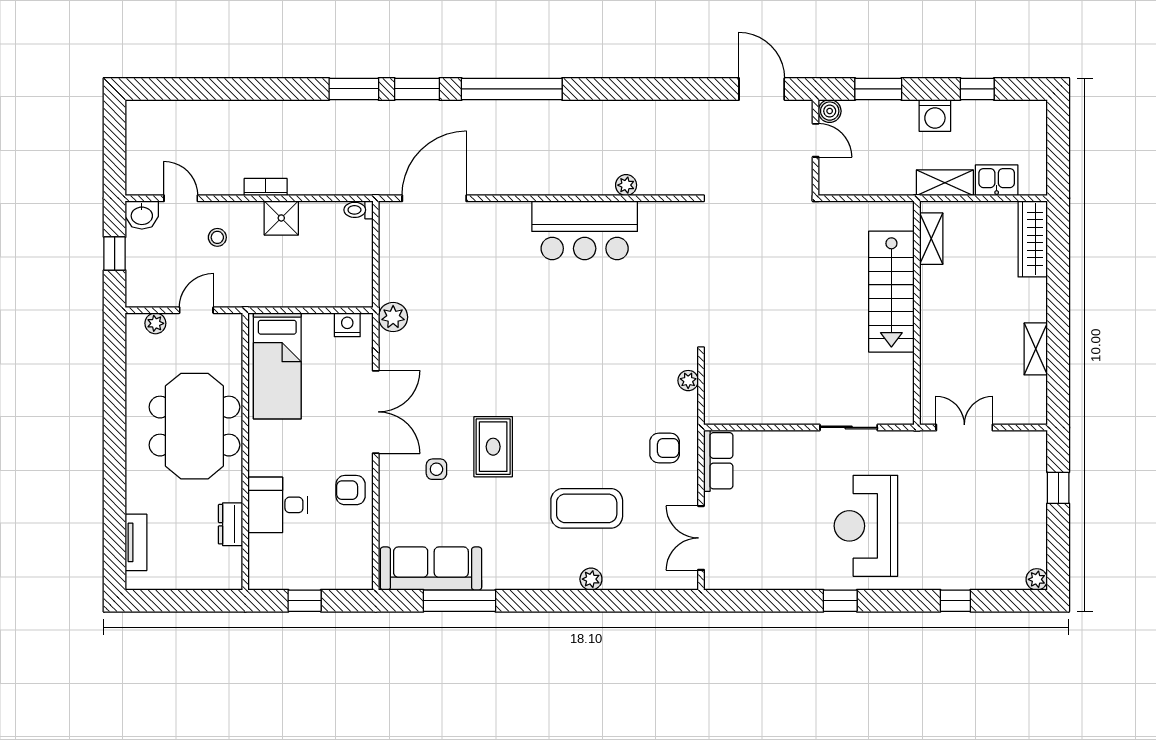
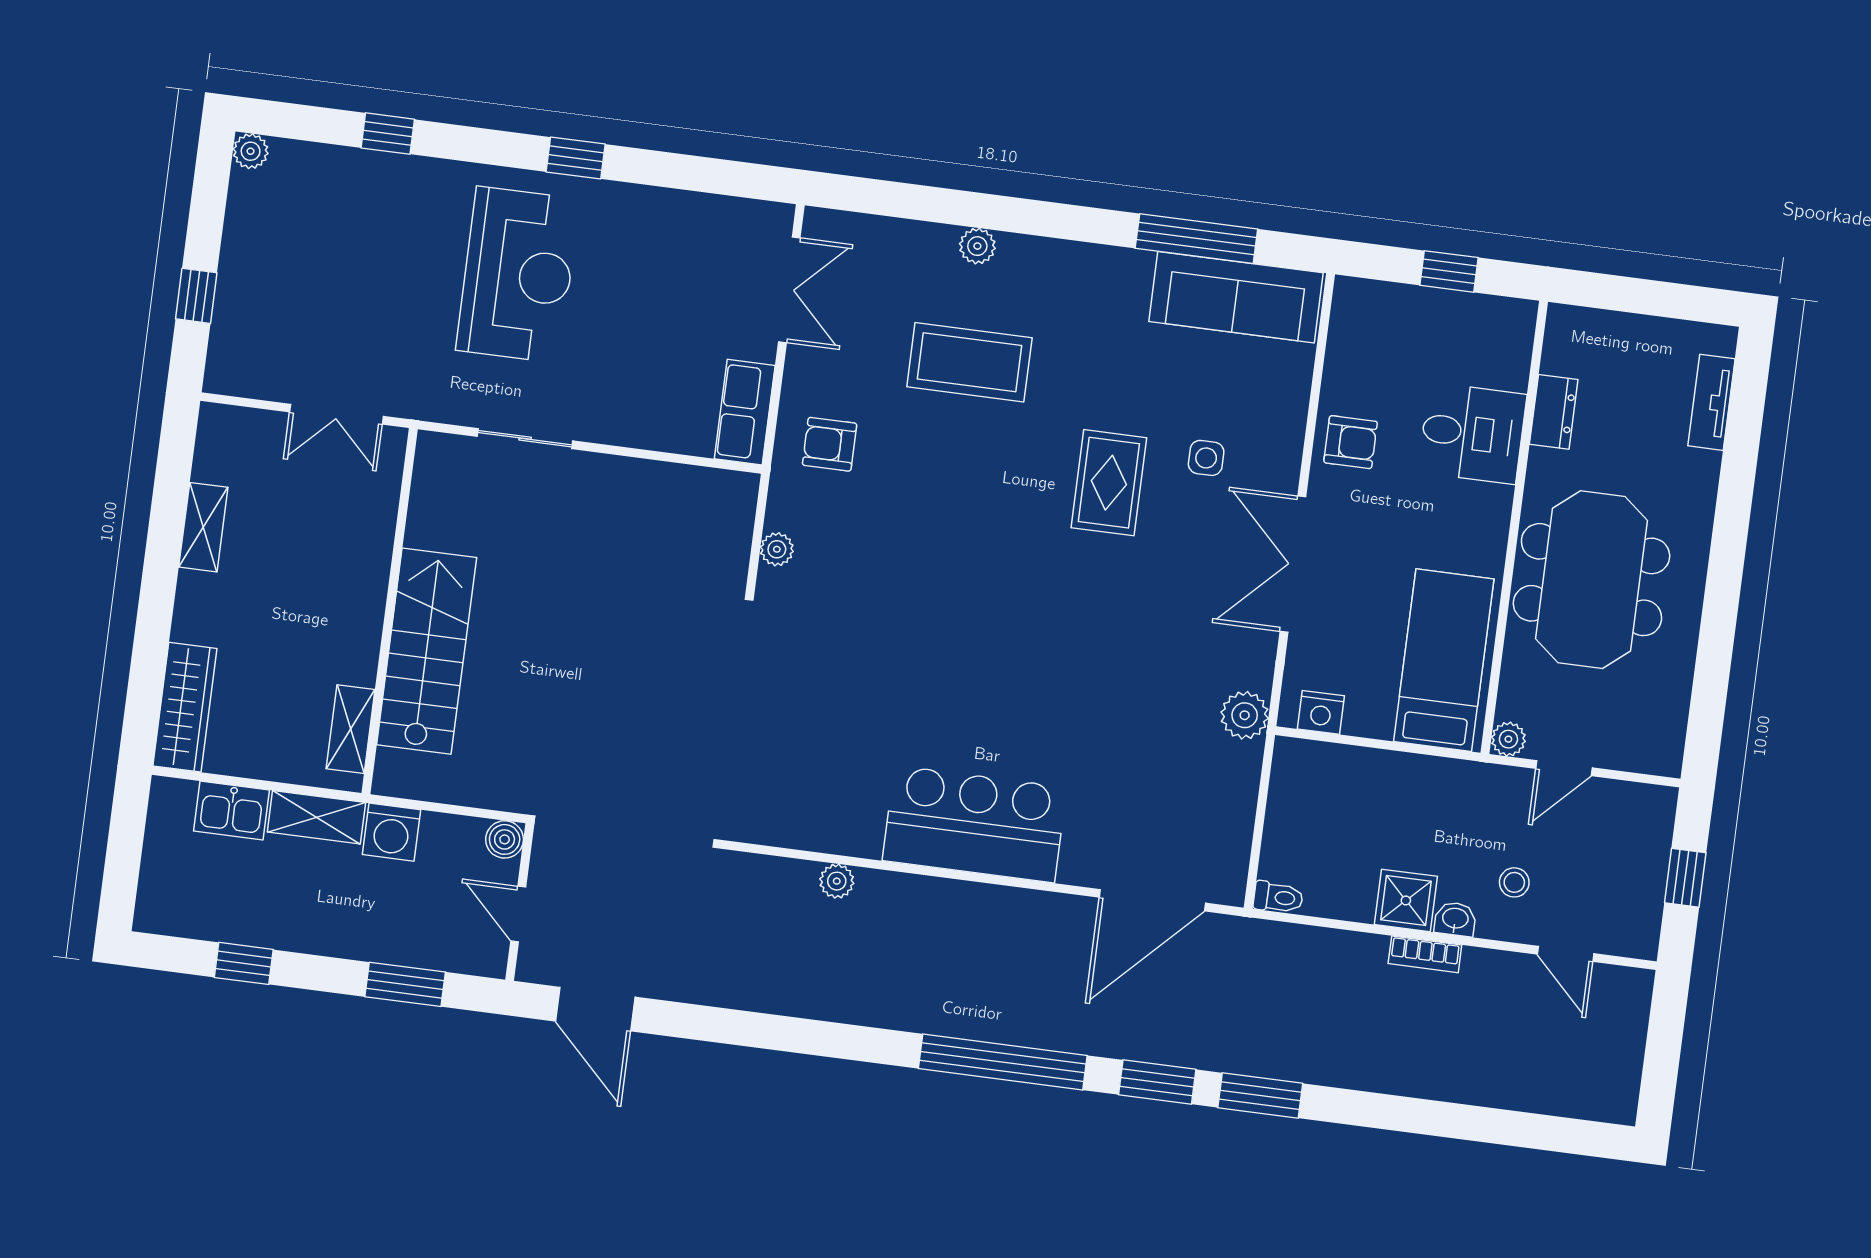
boiler: (830, 111) -> (505, 839), moved
washing machine: (935, 115) -> (392, 832), moved, turned 180
washbasin: (142, 215) -> (1455, 919), moved, width x0.72, depth x0.69
bar counter: (585, 230) -> (974, 824), moved
plant: (155, 323) -> (1508, 739), moved

